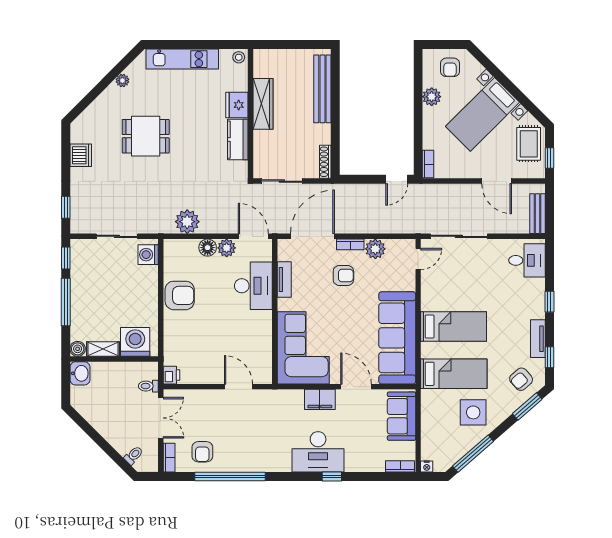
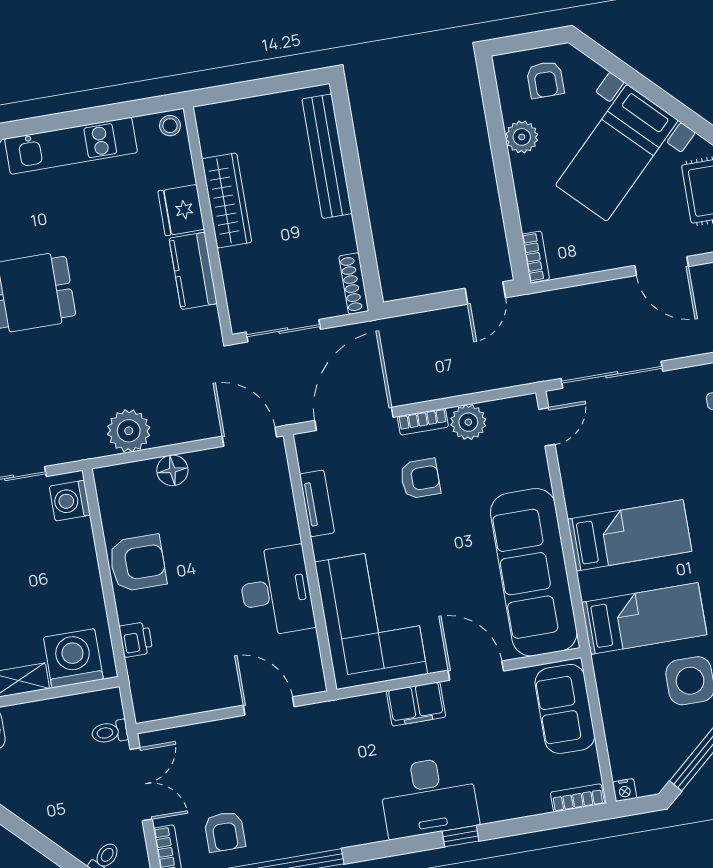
plant: (227, 248) -> (206, 465), removed
desk: (253, 286) -> (276, 591), moved
printer: (171, 375) -> (136, 639), moved

